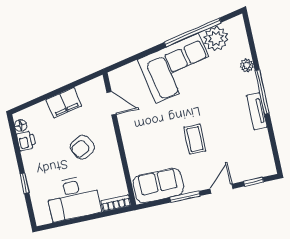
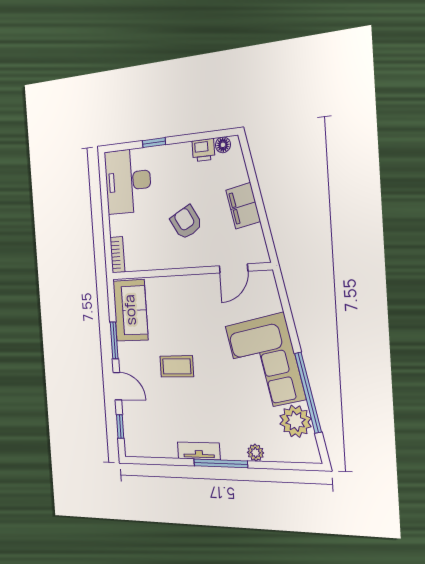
desk: (73, 198) -> (128, 181), moved

